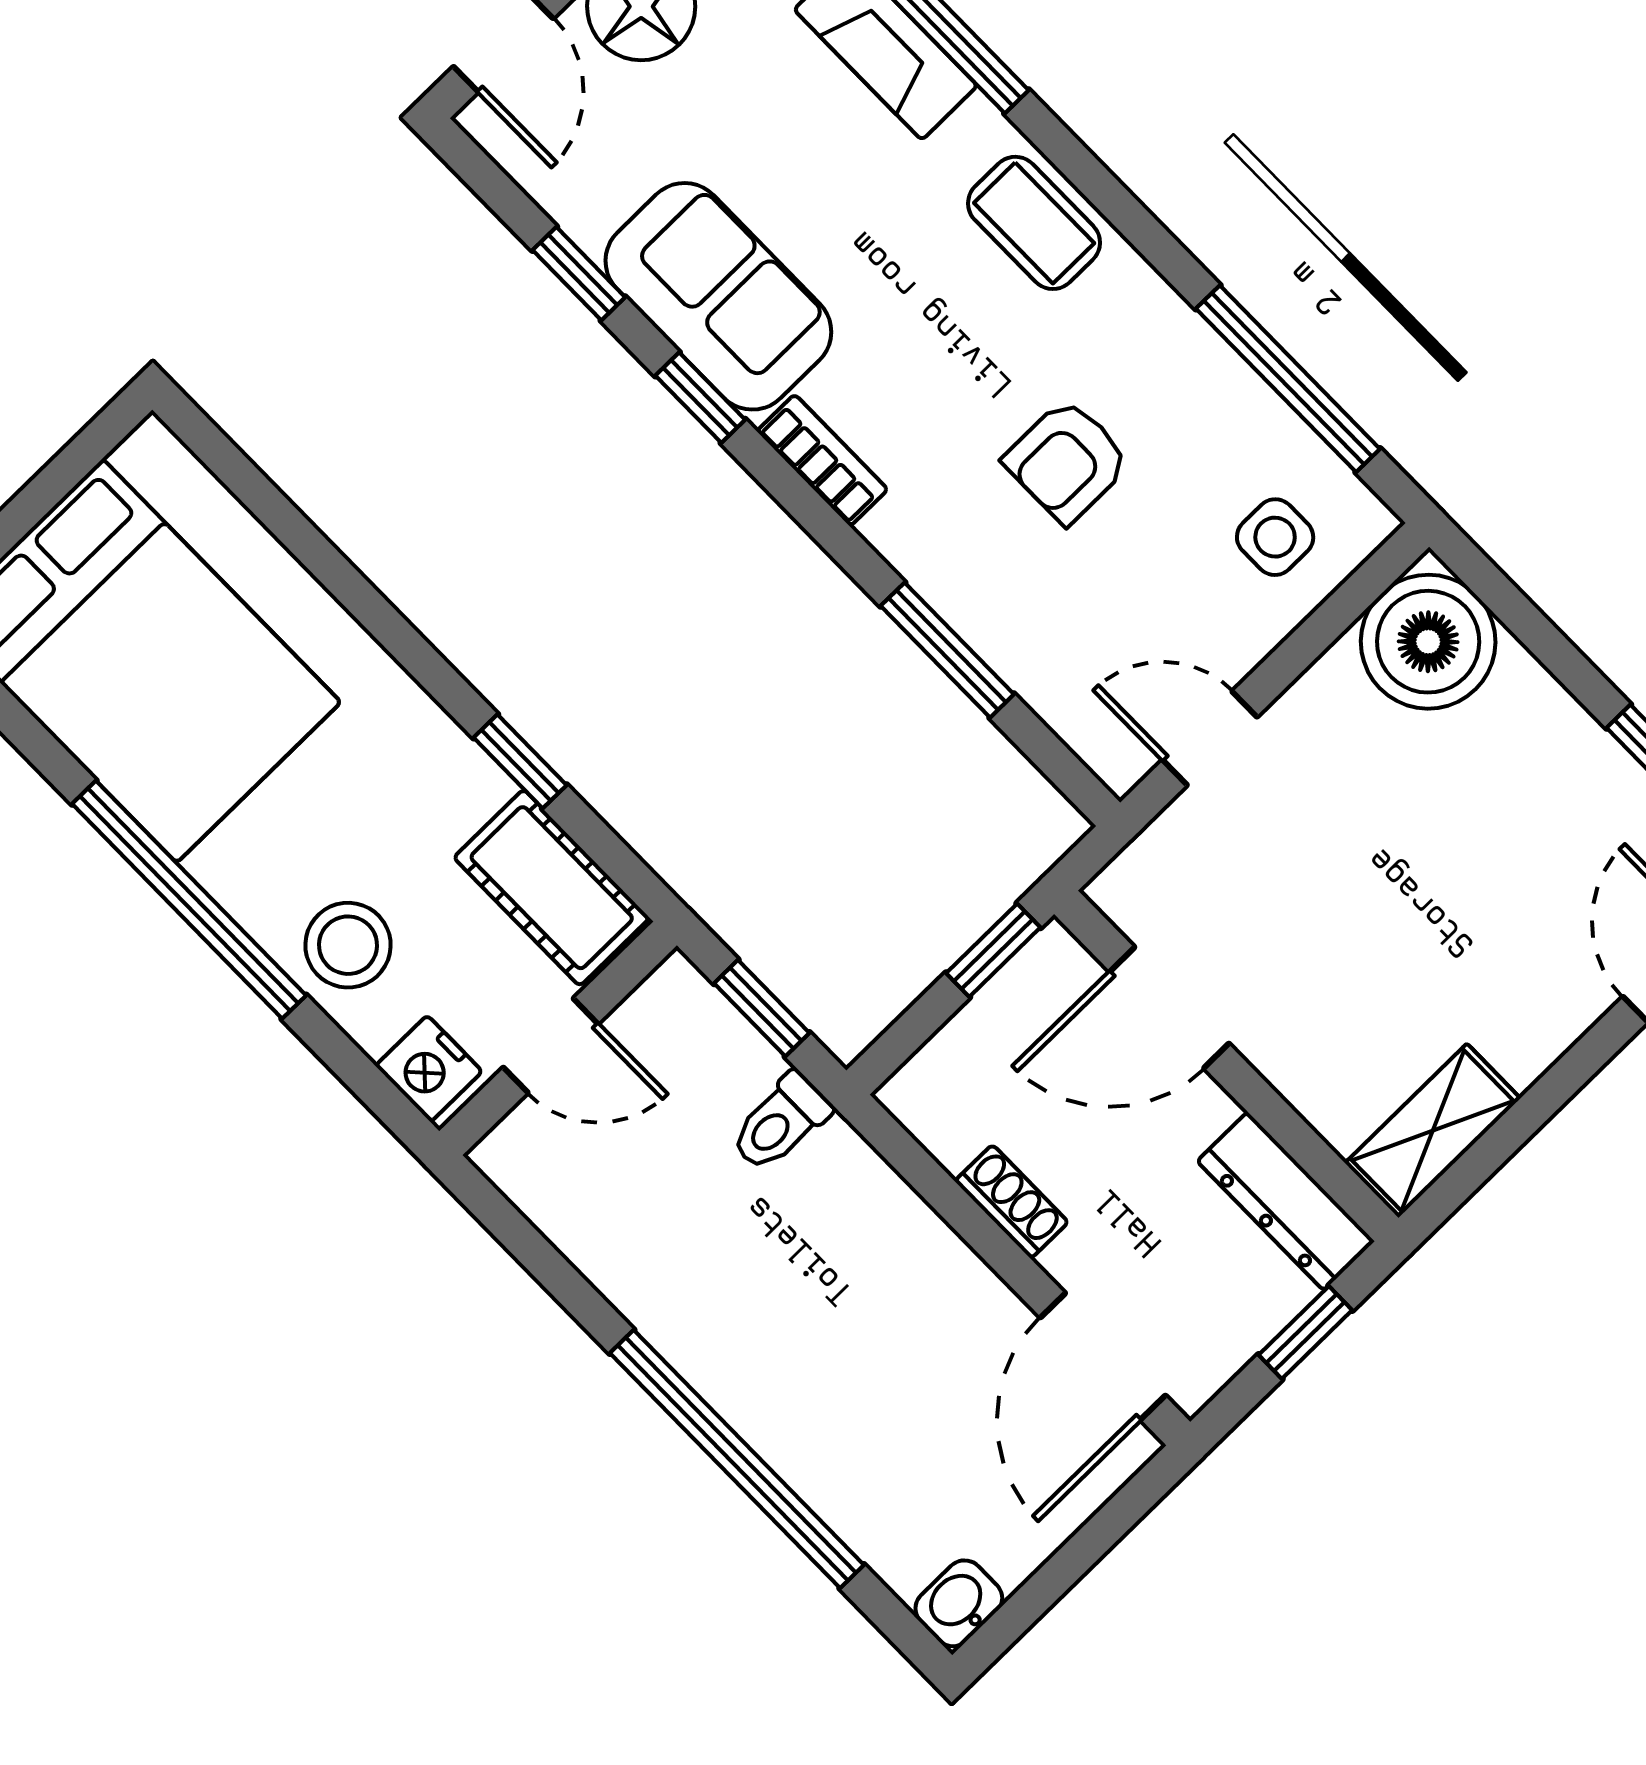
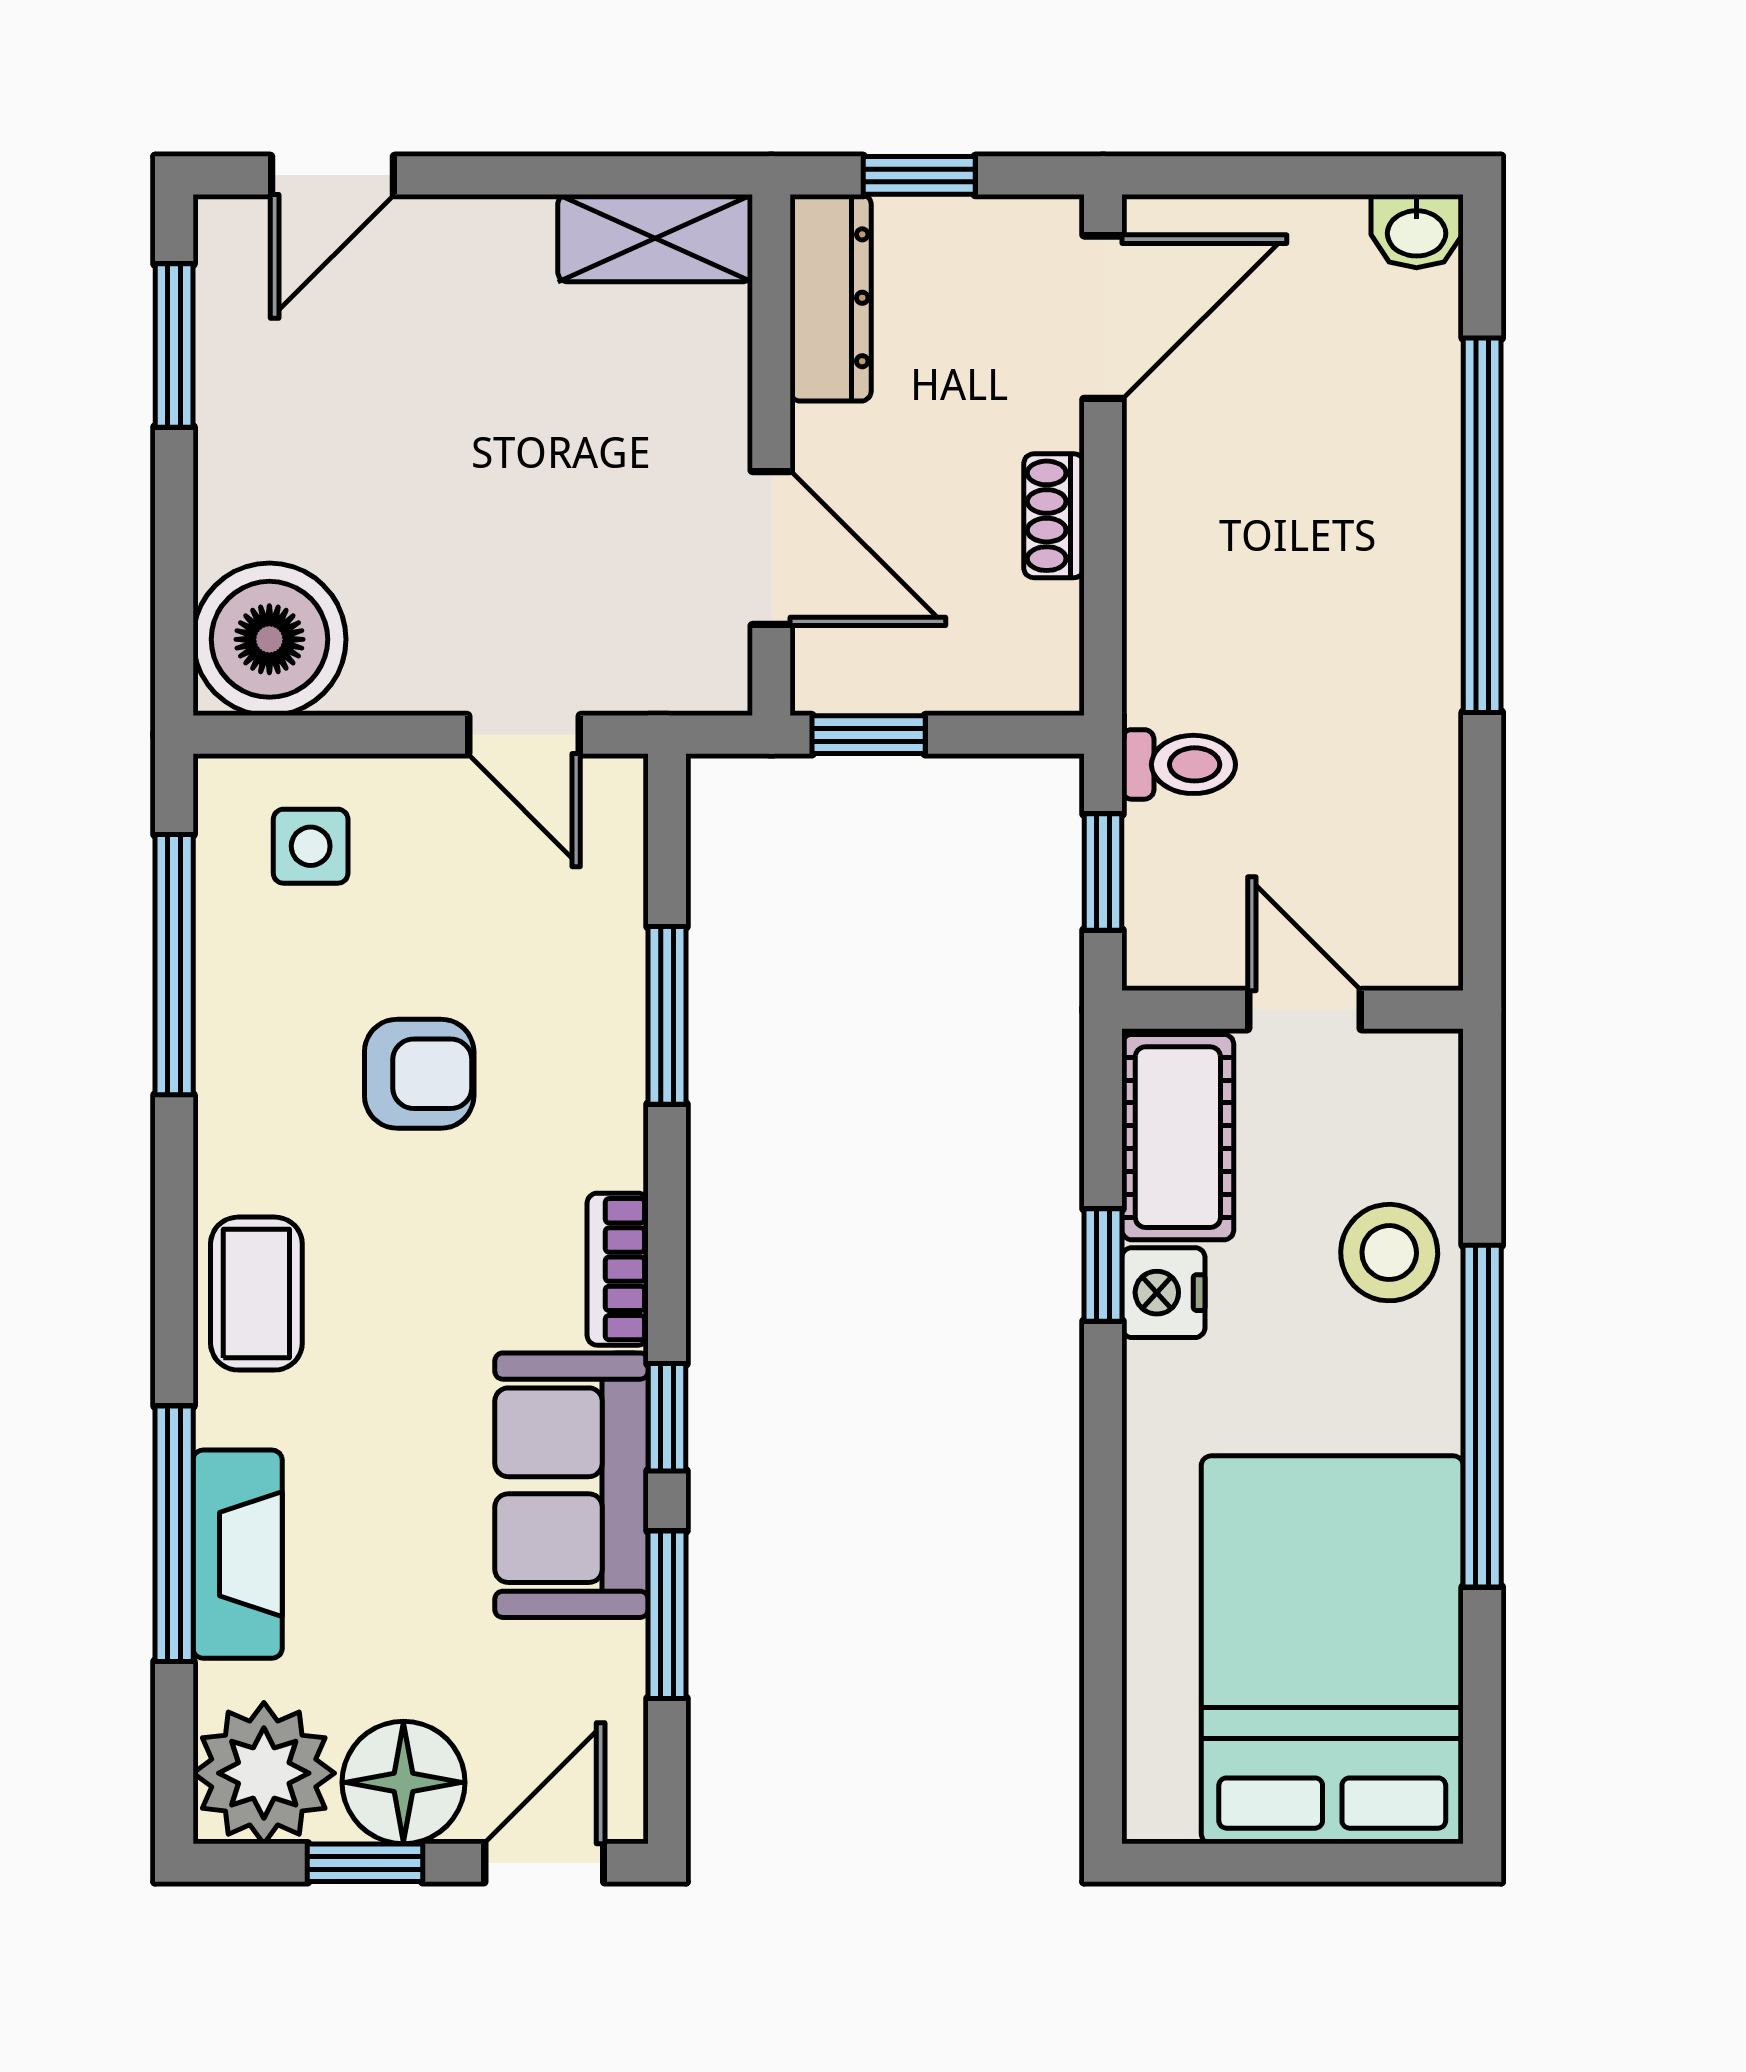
window: (579, 274) -> (667, 1615), width x1.50
nightstand: (429, 1069) -> (1163, 1293), moved, turned 180

